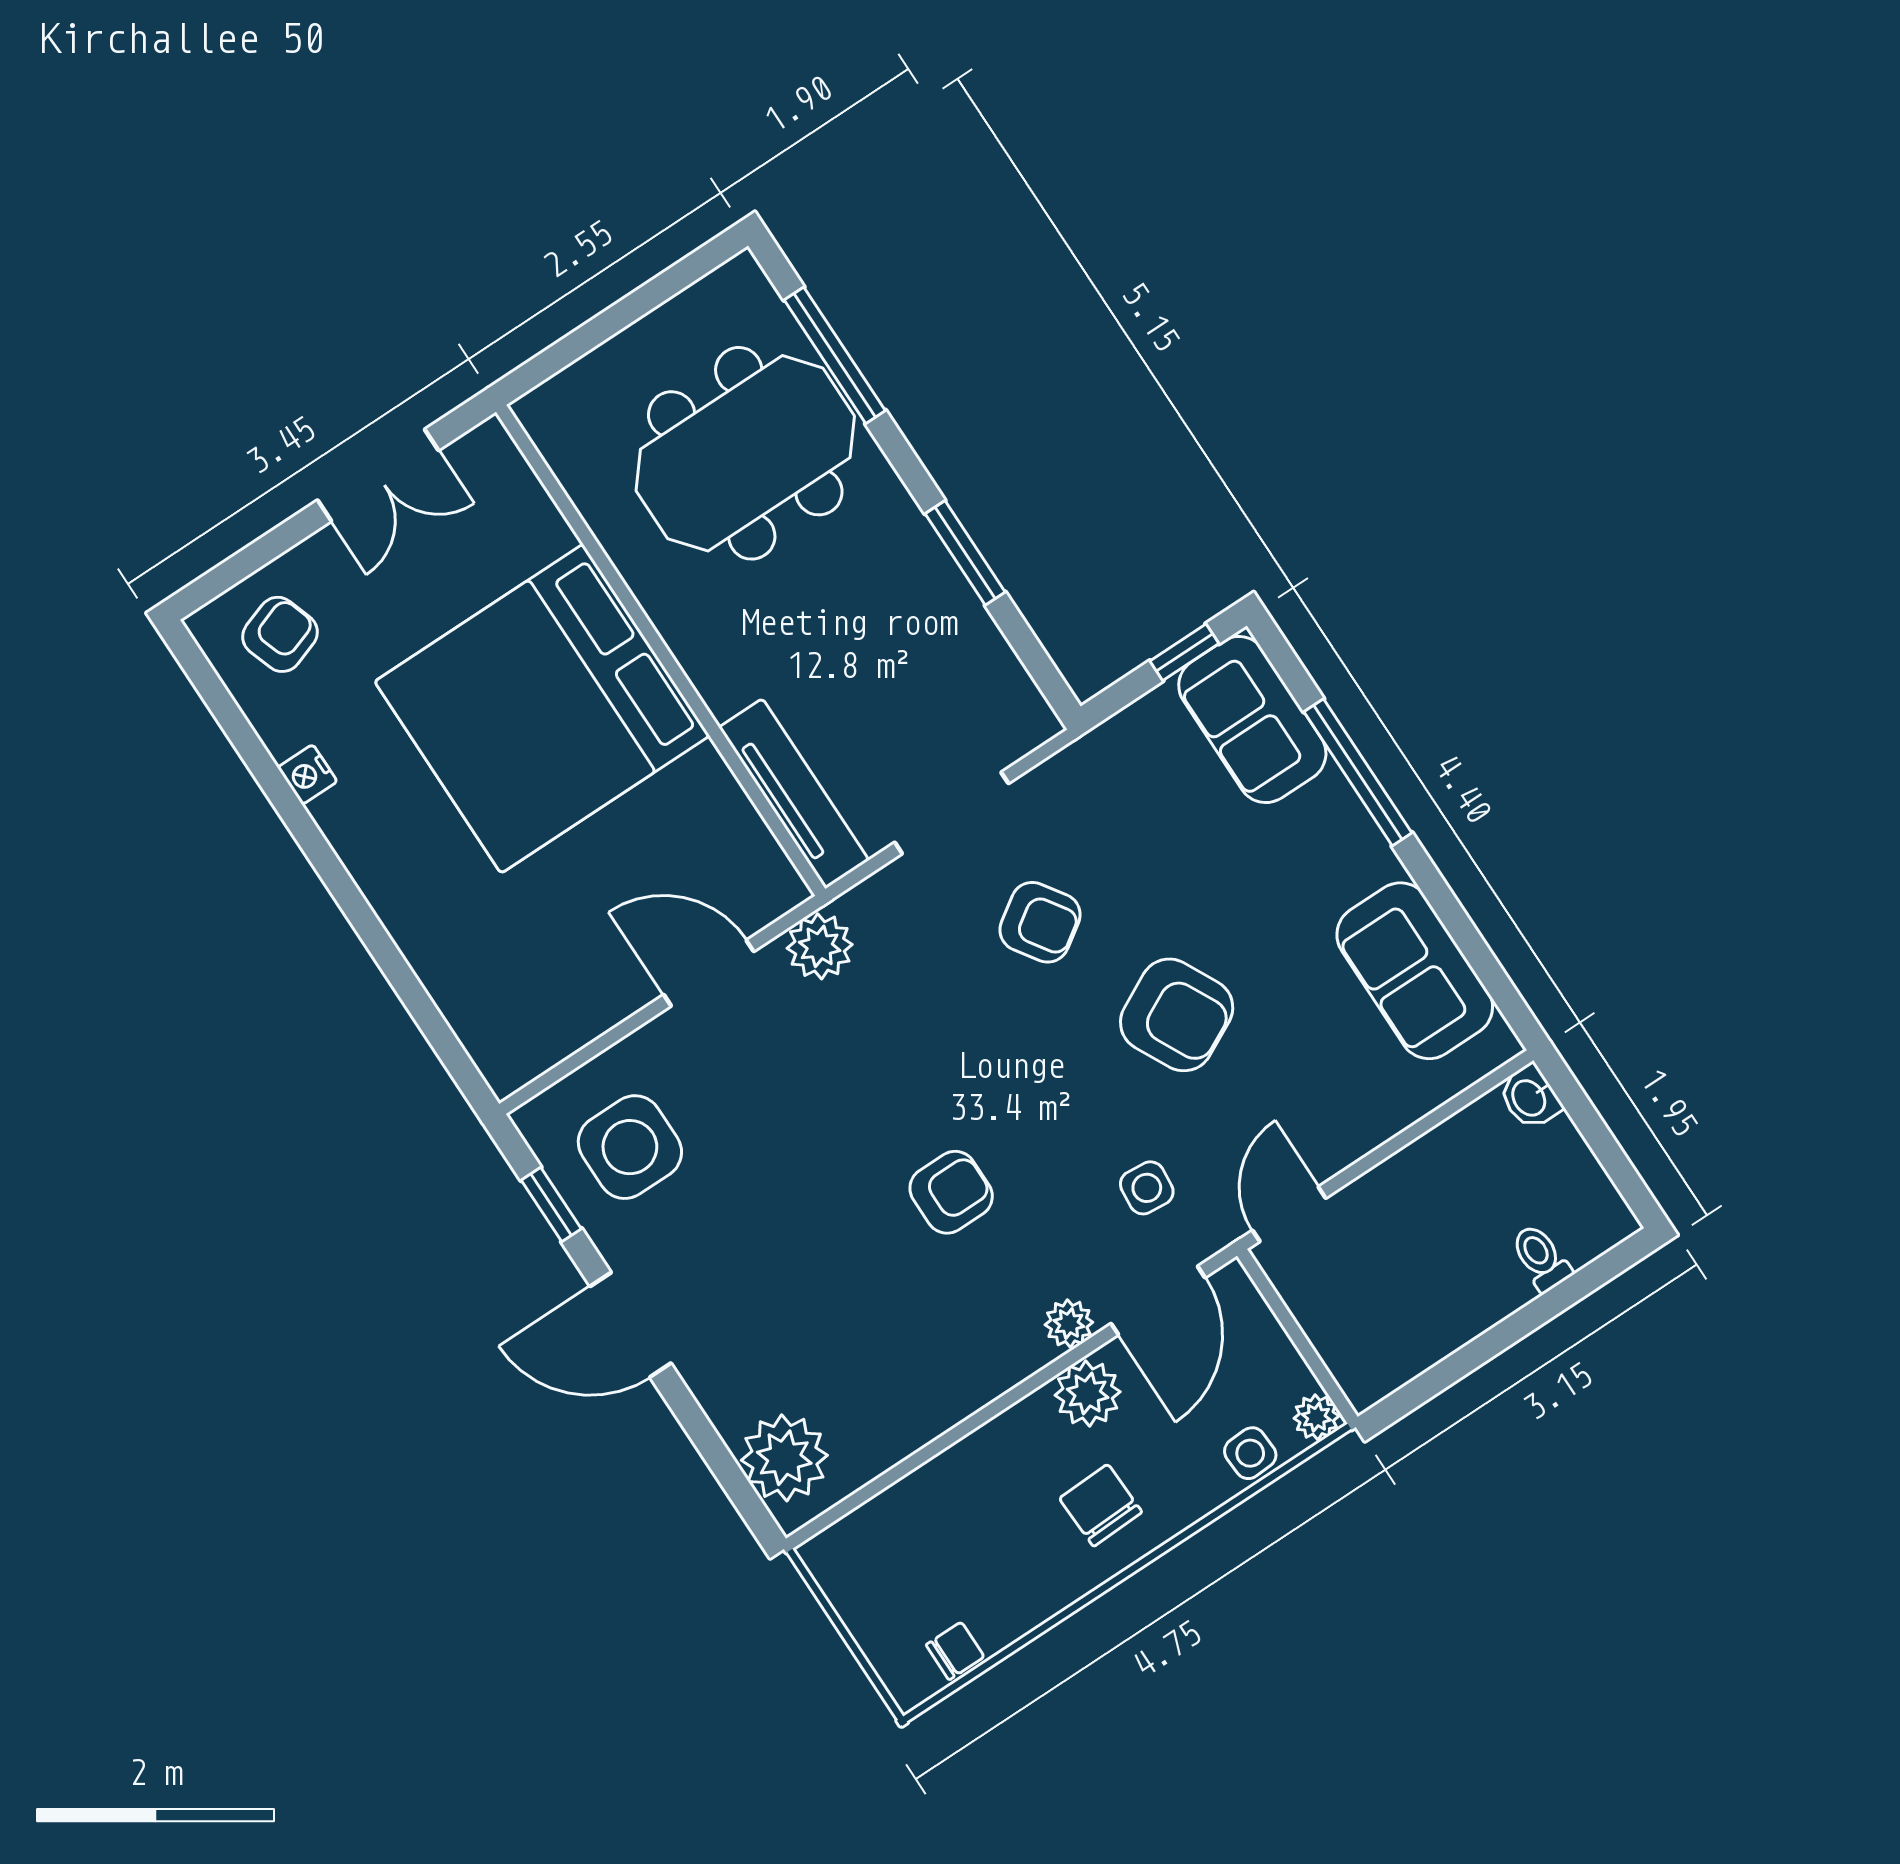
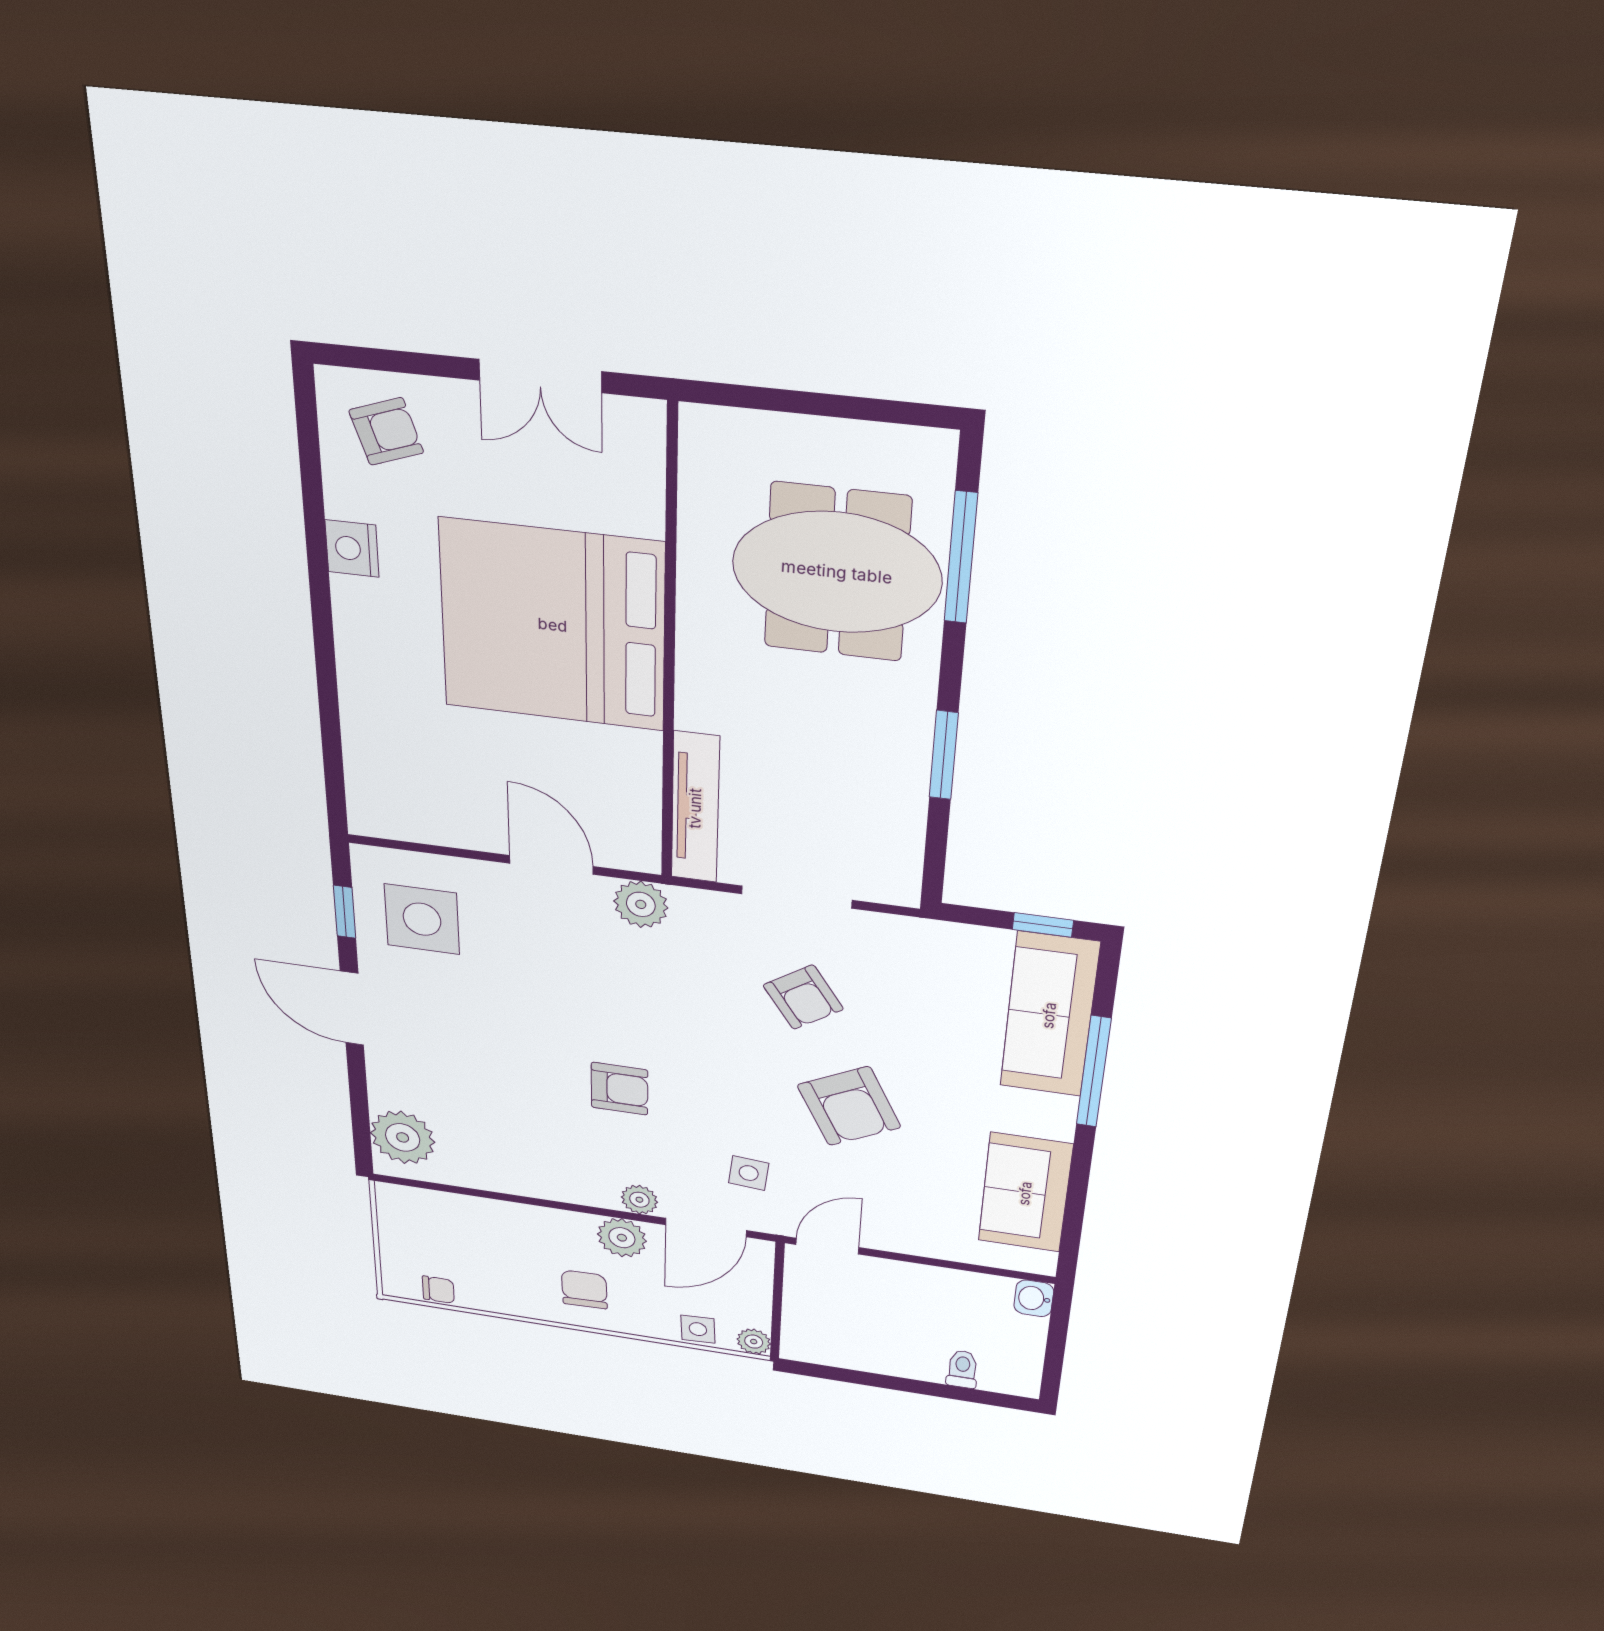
sofa: (1252, 720) -> (1049, 1015), width x1.36
nightstand: (307, 775) -> (352, 548), width x1.39, depth x1.35

